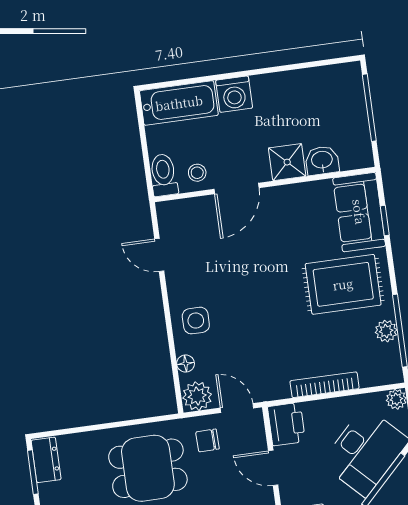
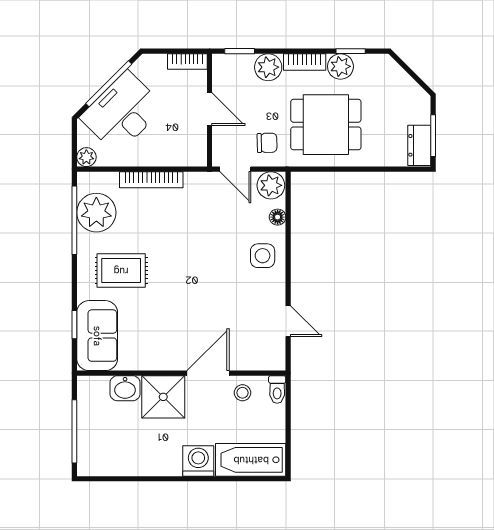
shower: (287, 162) -> (163, 397), width x1.36, depth x1.36
toilet: (164, 175) -> (277, 390), width x0.73, depth x0.72
rug: (343, 284) -> (121, 271), width x0.73, depth x0.70
plant: (386, 331) -> (96, 213), width x1.88, depth x1.88
printer: (286, 424) -> (192, 148), removed

